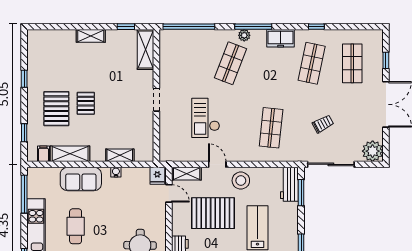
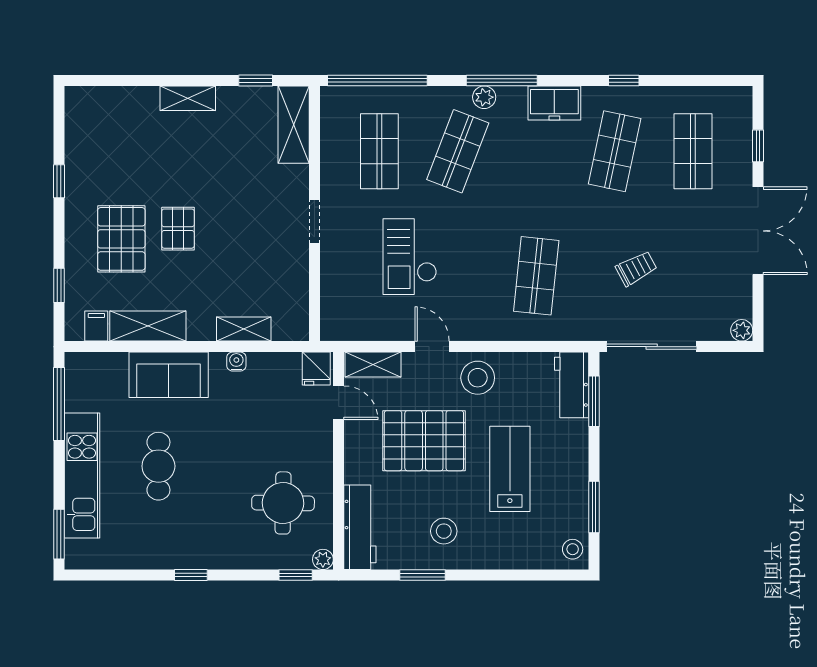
shop shelf: (190, 63) -> (379, 151), added
plant: (373, 151) -> (742, 330), width x0.53, depth x0.53

